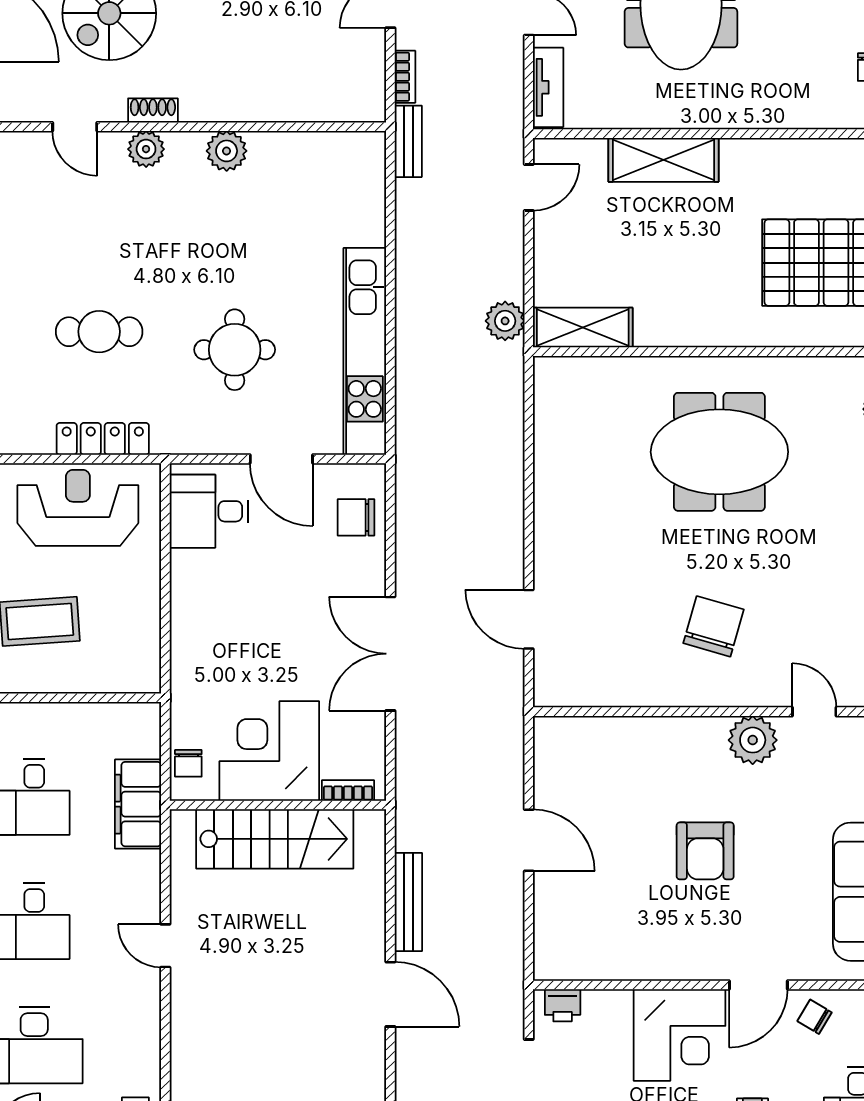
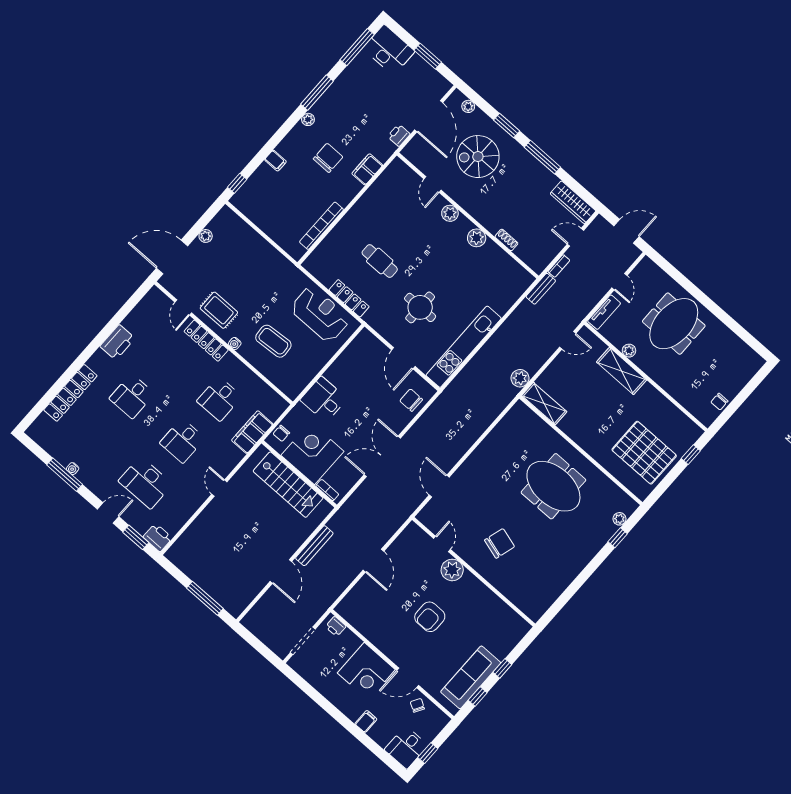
shoe rack: (153, 110) -> (506, 240), moved
plant: (646, 115) -> (629, 351), added
desk: (209, 511) -> (324, 399), moved
door: (814, 712) -> (442, 544), moved
plant: (753, 740) -> (452, 570), moved

